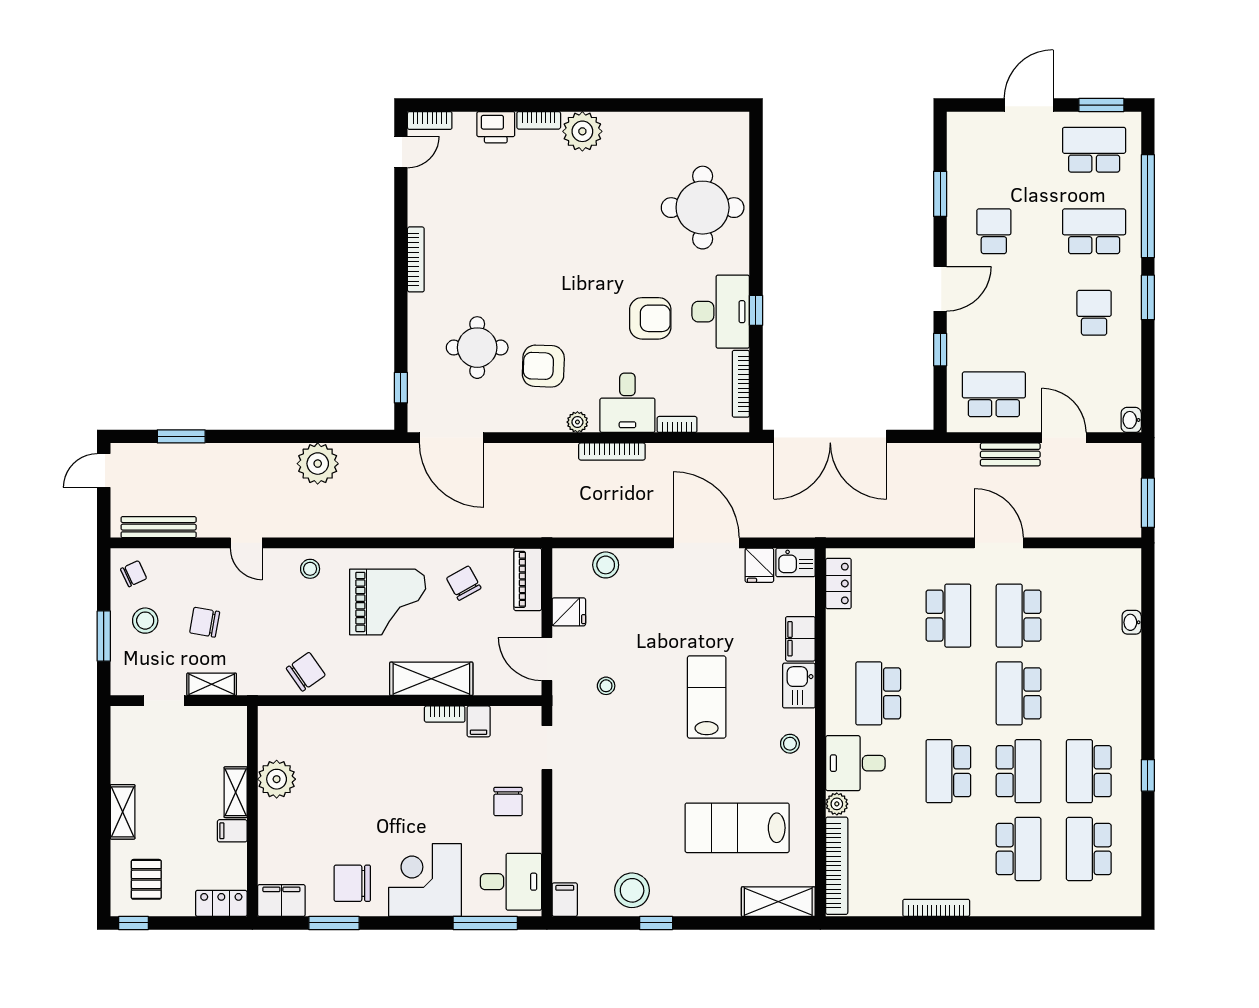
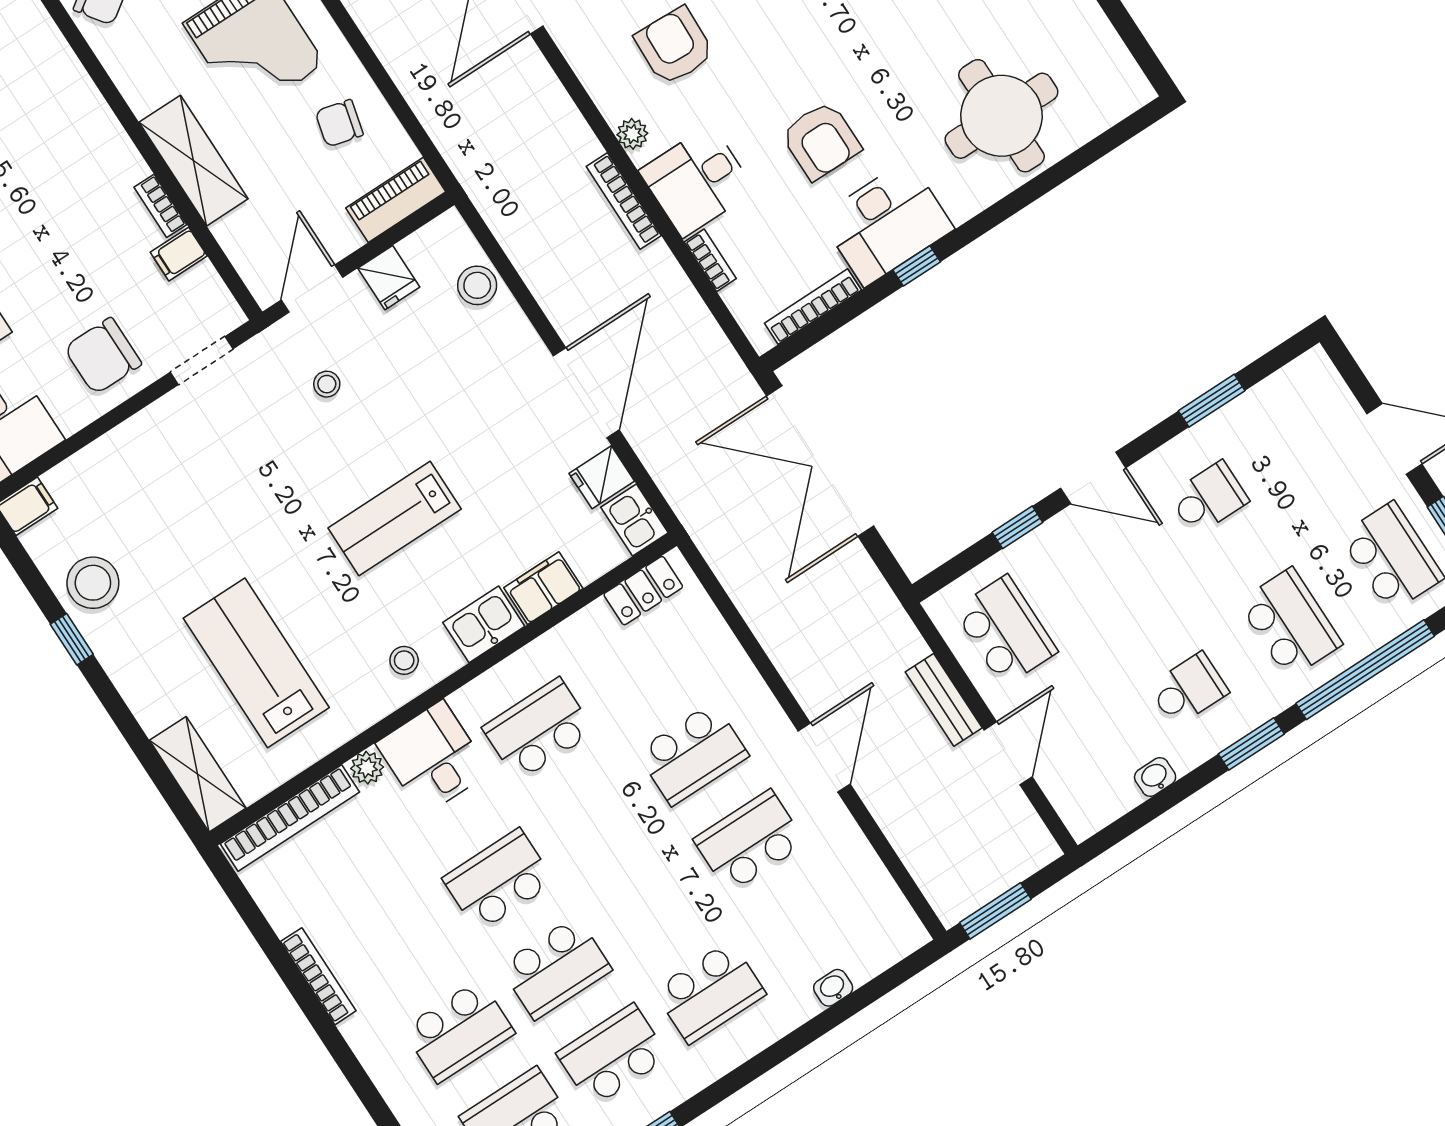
washbasin: (1131, 420) -> (1155, 777), moved
chair: (464, 583) -> (339, 123), turned -137
school desk: (1019, 693) -> (710, 992), moved, turned 180
lab bench: (707, 697) -> (395, 519), turned 180
chair: (508, 802) -> (103, 356), width x1.37, depth x1.37

